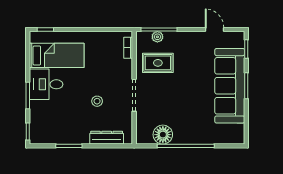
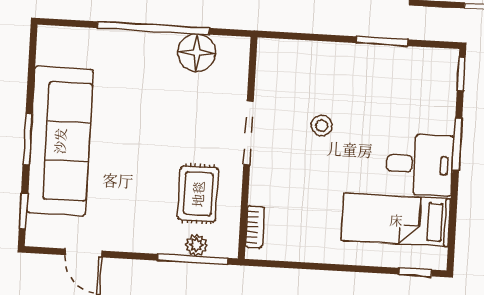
rug: (158, 63) -> (198, 194), turned 90
dresser: (107, 138) -> (307, 53), removed

